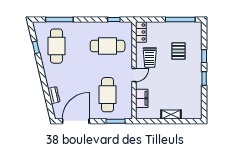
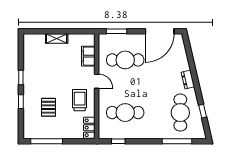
door: (134, 75) -> (97, 81), swing flipped
dresser: (54, 95) -> (188, 79), moved
cafe table: (108, 95) -> (125, 60), turned 90

